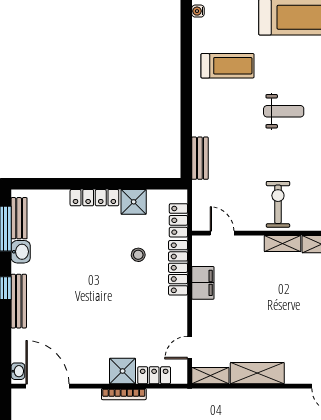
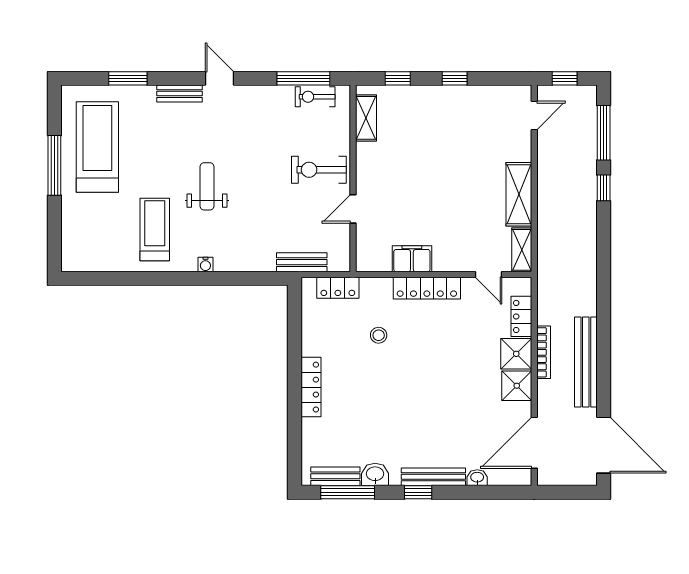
water cooler: (198, 11) -> (205, 264), moved
weight bench: (284, 111) -> (207, 186), moved
bench: (200, 158) -> (302, 262), moved
shower: (134, 202) -> (517, 386), moved
door: (222, 233) -> (353, 209), moved
shelving: (283, 244) -> (365, 164), removed
locker: (178, 268) -> (427, 288), moved
washbasin: (18, 371) -> (477, 478), moved

